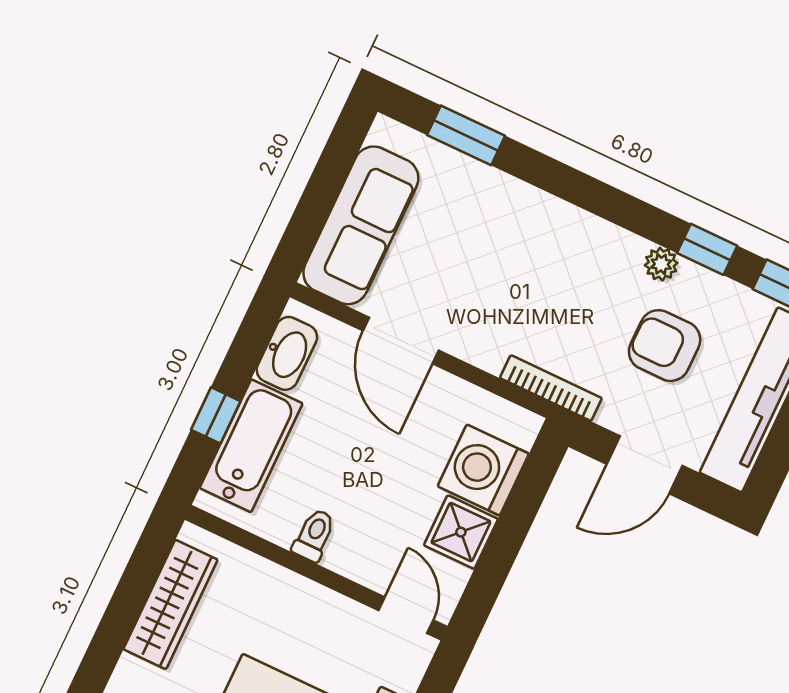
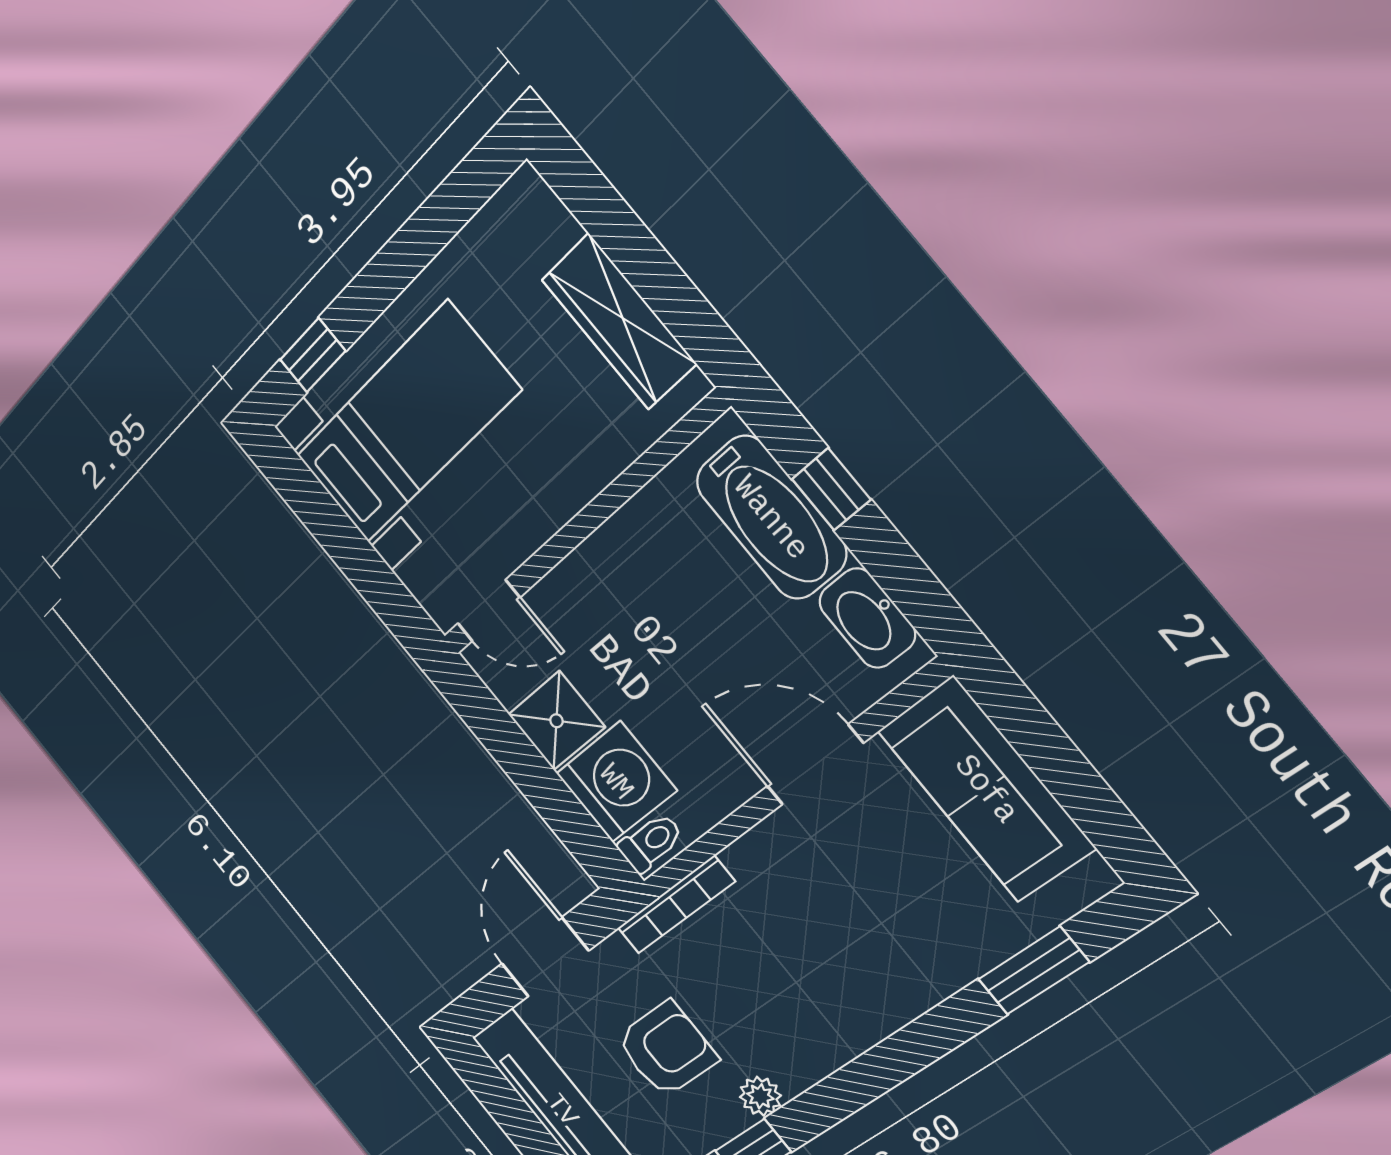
toilet: (314, 535) -> (651, 842), moved, turned -90

